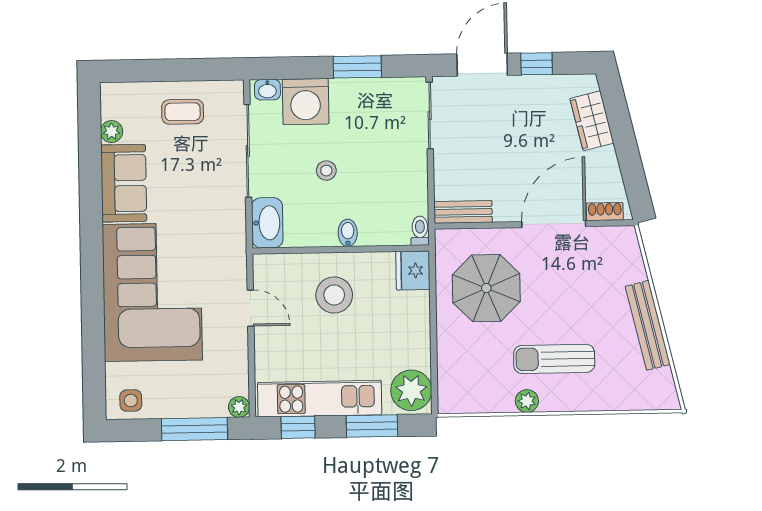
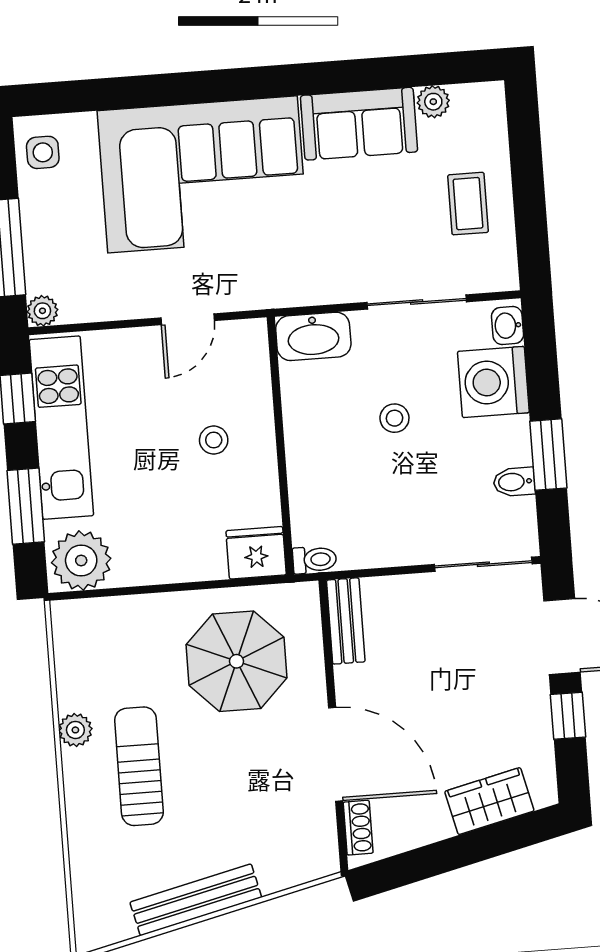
sliding door: (248, 151) -> (417, 302), width x0.73
bidet: (348, 233) -> (514, 482), moved, turned 180
stool: (334, 295) -> (214, 440), width x0.53, depth x0.53

